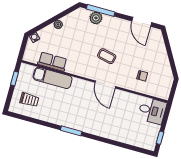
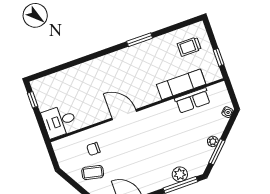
window: (60, 16) -> (217, 152), added
coffee table: (107, 56) -> (93, 173), moved
window: (71, 131) -> (140, 40), moved

